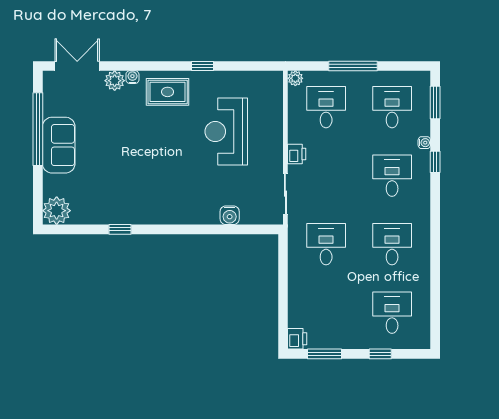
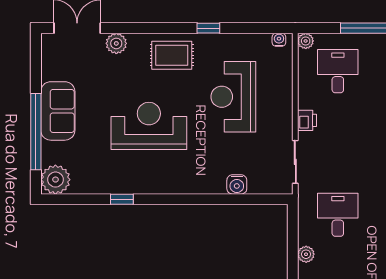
water cooler: (132, 77) -> (279, 40), moved
window: (38, 129) -> (36, 132), moved
reception desk: (146, 159) -> (149, 126), added
plant: (296, 282) -> (306, 254), added

